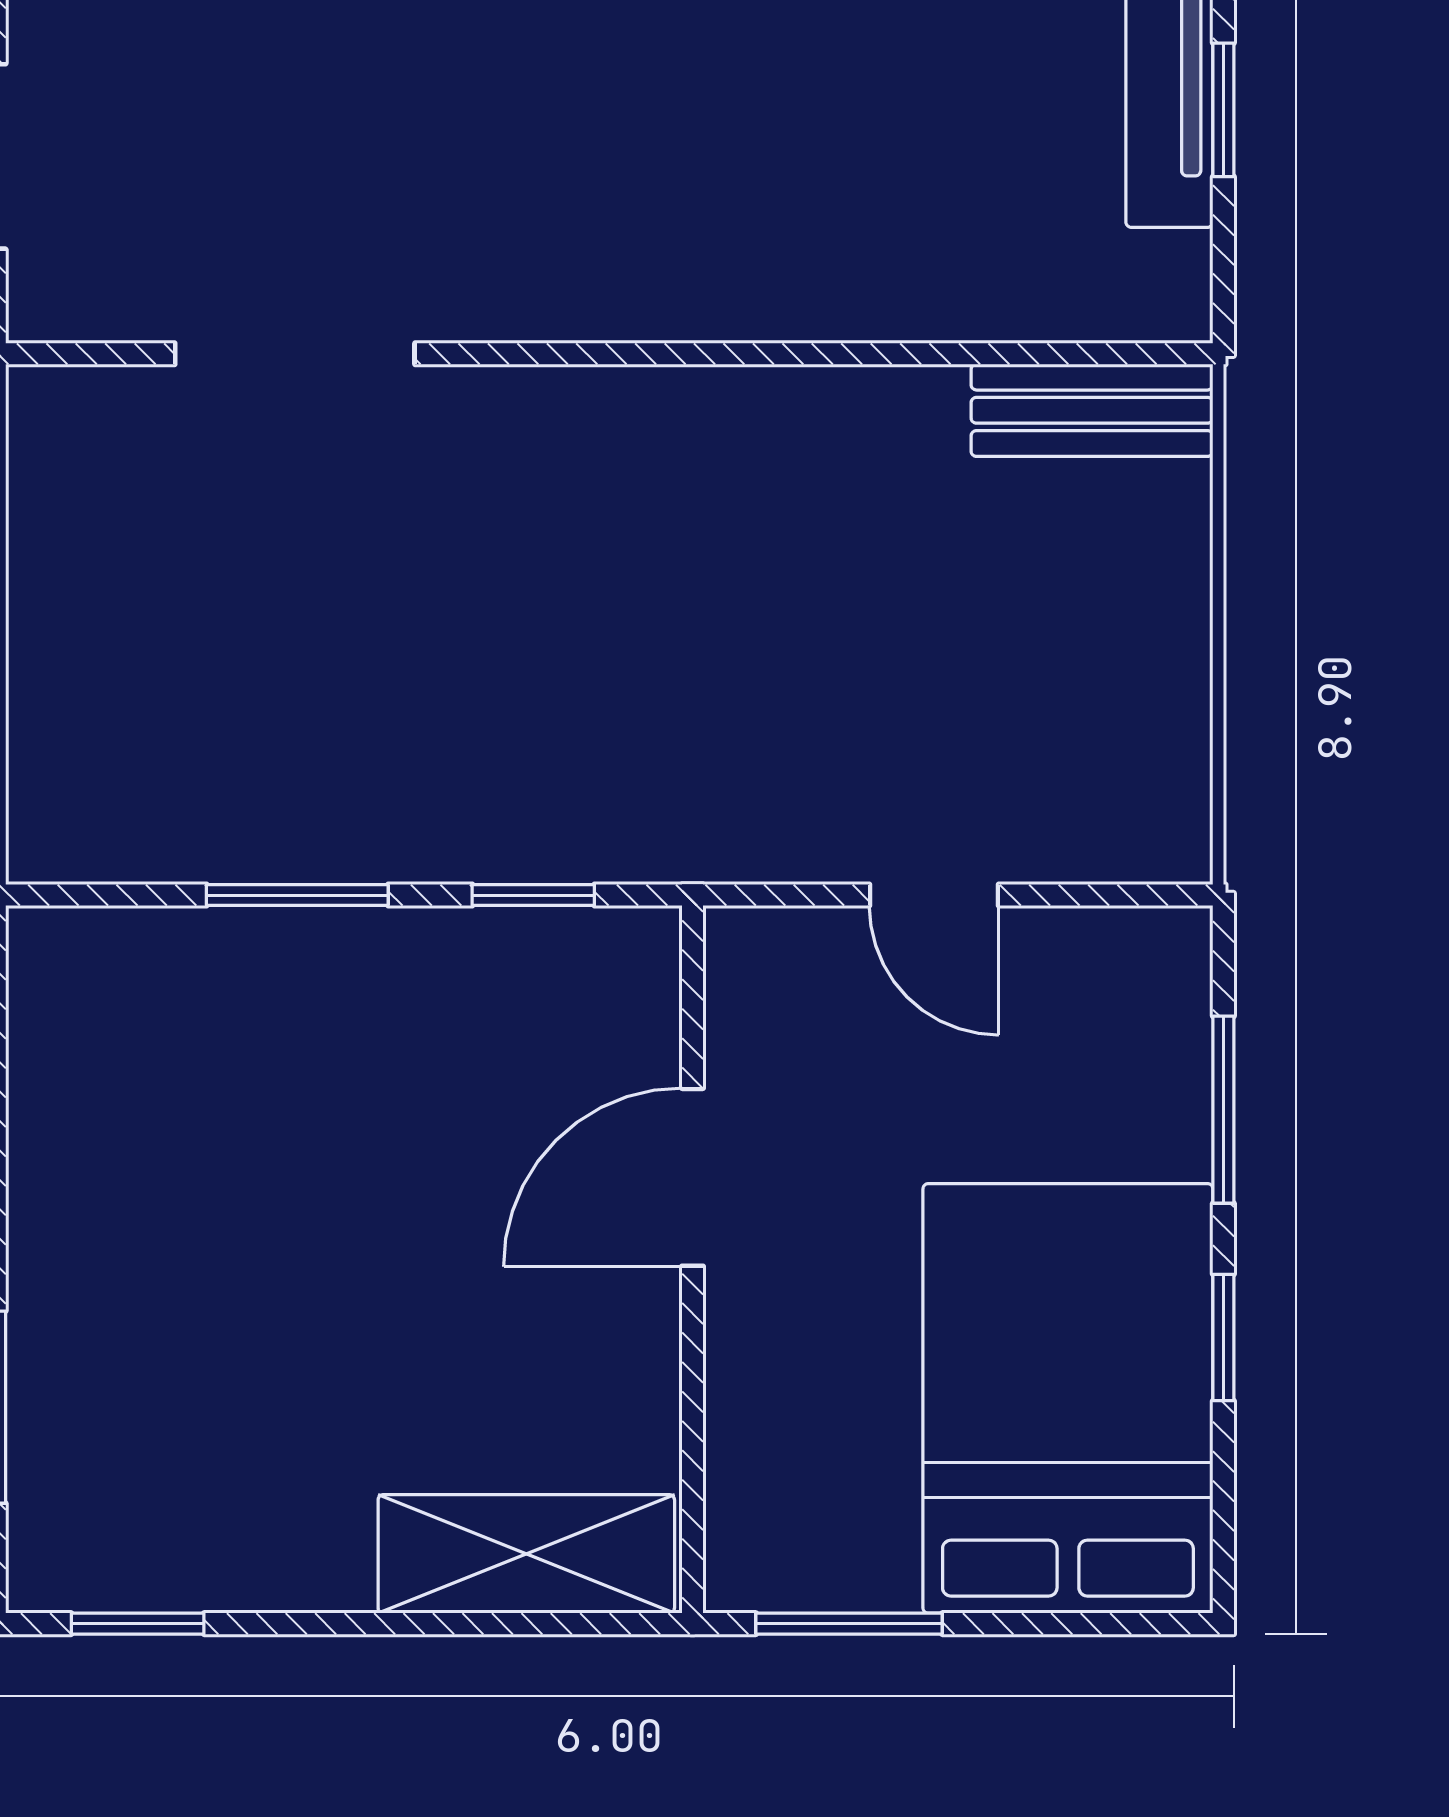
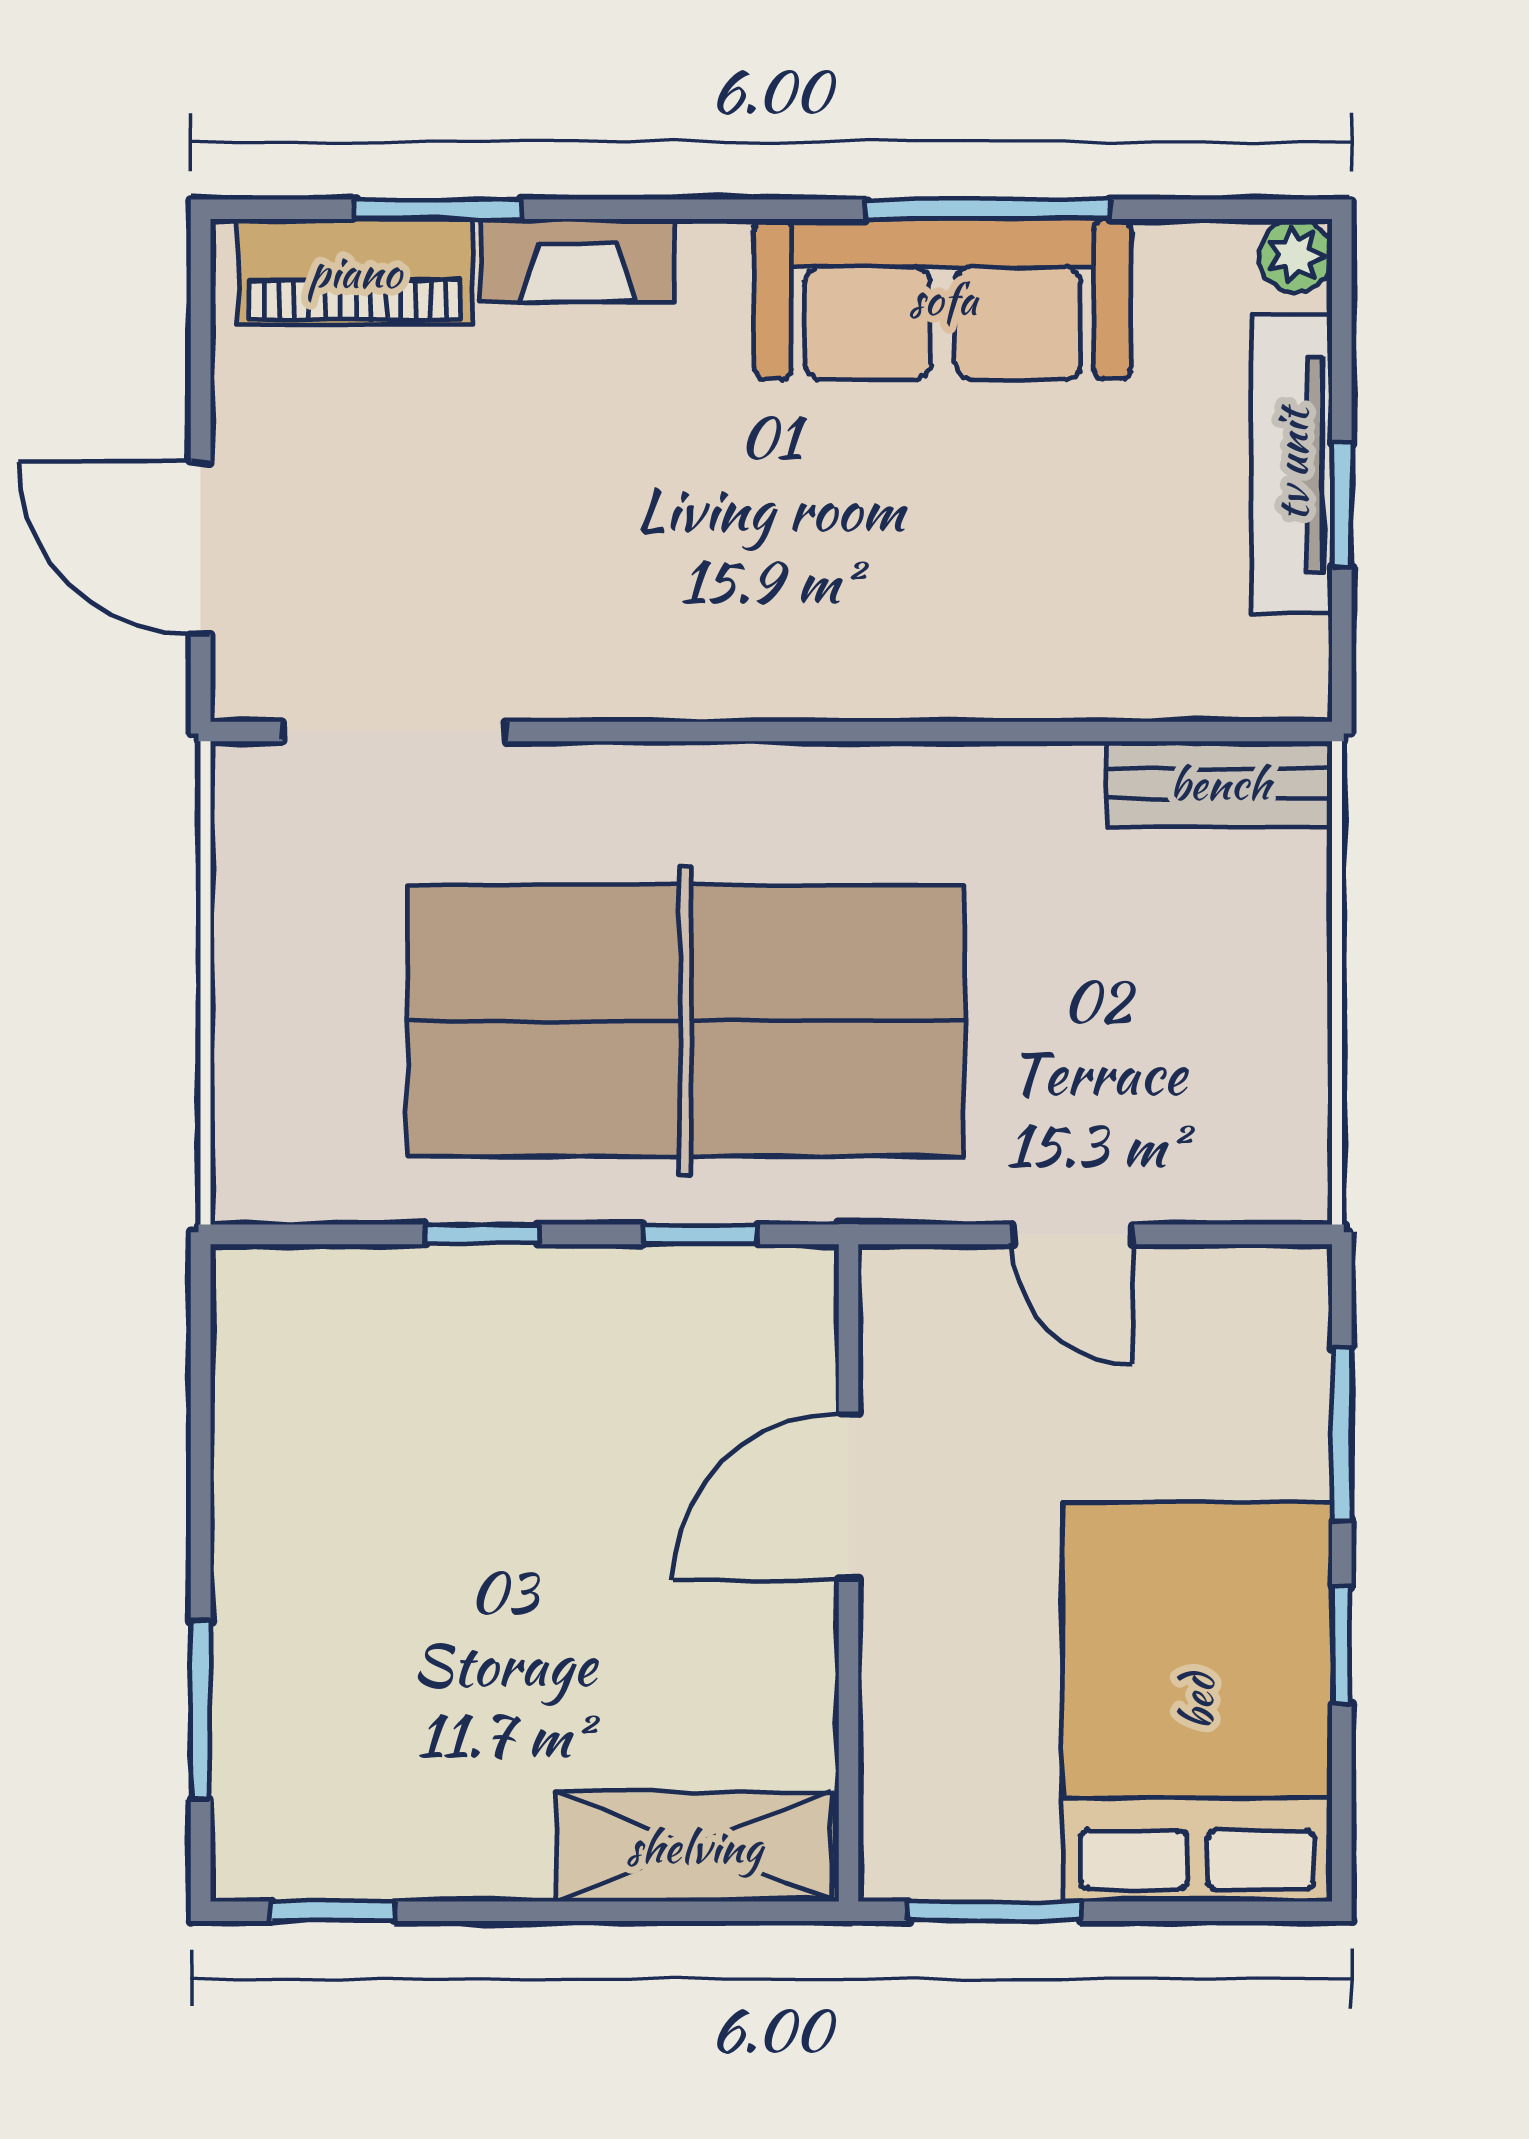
doorway: (295, 354) -> (394, 731), moved
table tennis table: (517, 665) -> (686, 1021), added
window: (297, 895) -> (481, 1234), width x0.67

